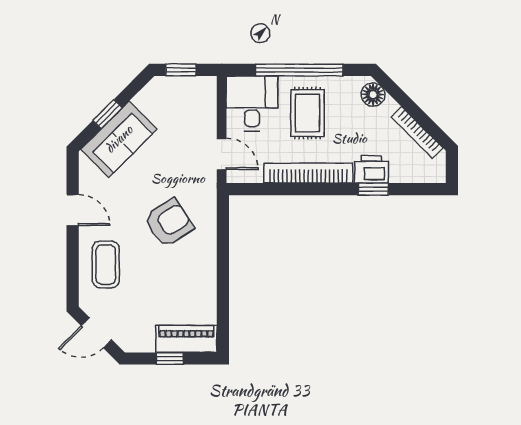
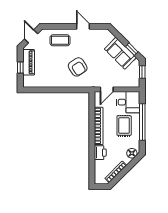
rug: (307, 113) -> (124, 126), turned 90
window: (108, 114) -> (132, 49), moved
sofa: (119, 139) -> (120, 53), moved
window: (373, 189) -> (92, 153), removed
door: (73, 210) -> (83, 26), swing flipped
piano: (186, 339) -> (29, 62), moved

